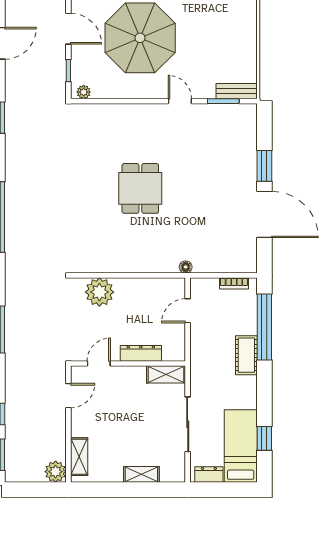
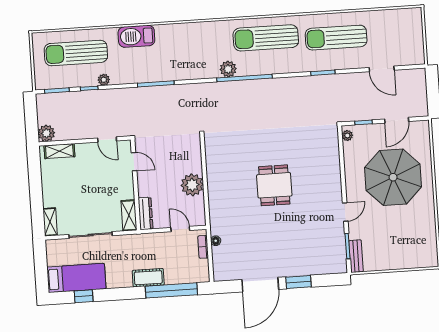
dining table: (140, 188) -> (274, 185), turned 90
floor lamp: (186, 267) -> (216, 241), moved
bookcase: (234, 283) -> (203, 247), moved
plant: (99, 292) -> (192, 185), moved
dresser: (141, 353) -> (145, 213), moved
shelving: (141, 474) -> (50, 222), moved
dresser: (209, 475) -> (52, 254), removed

